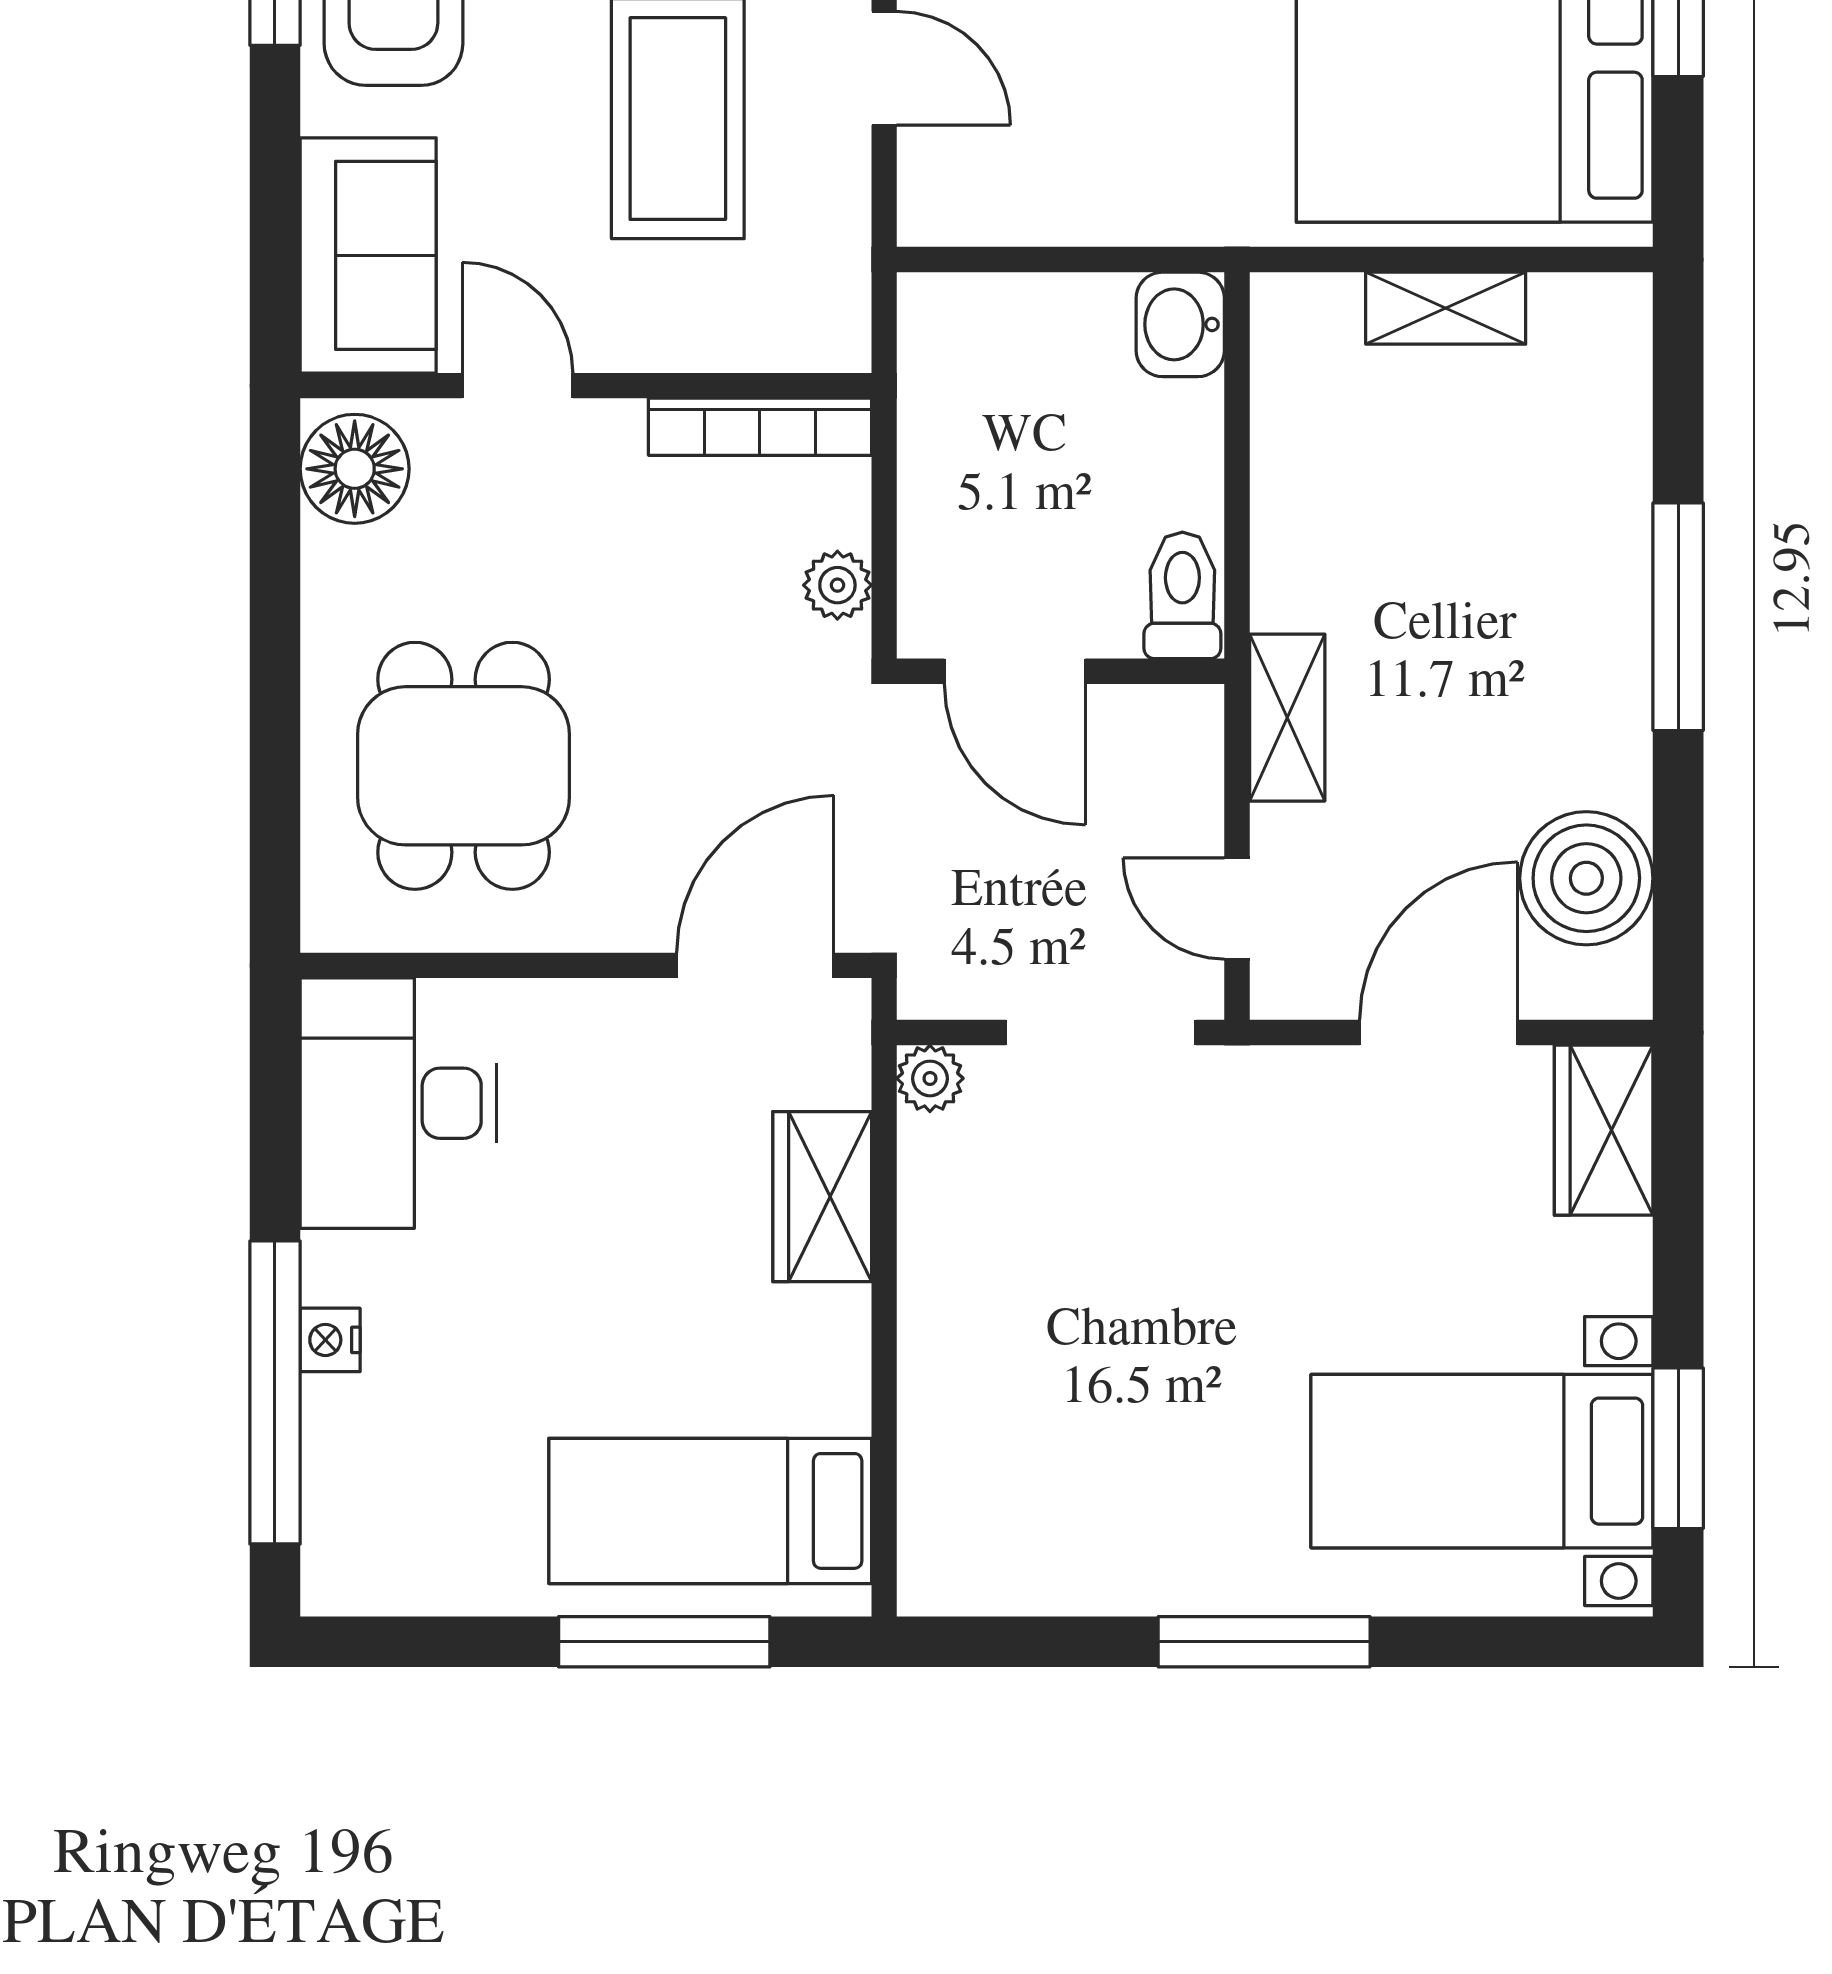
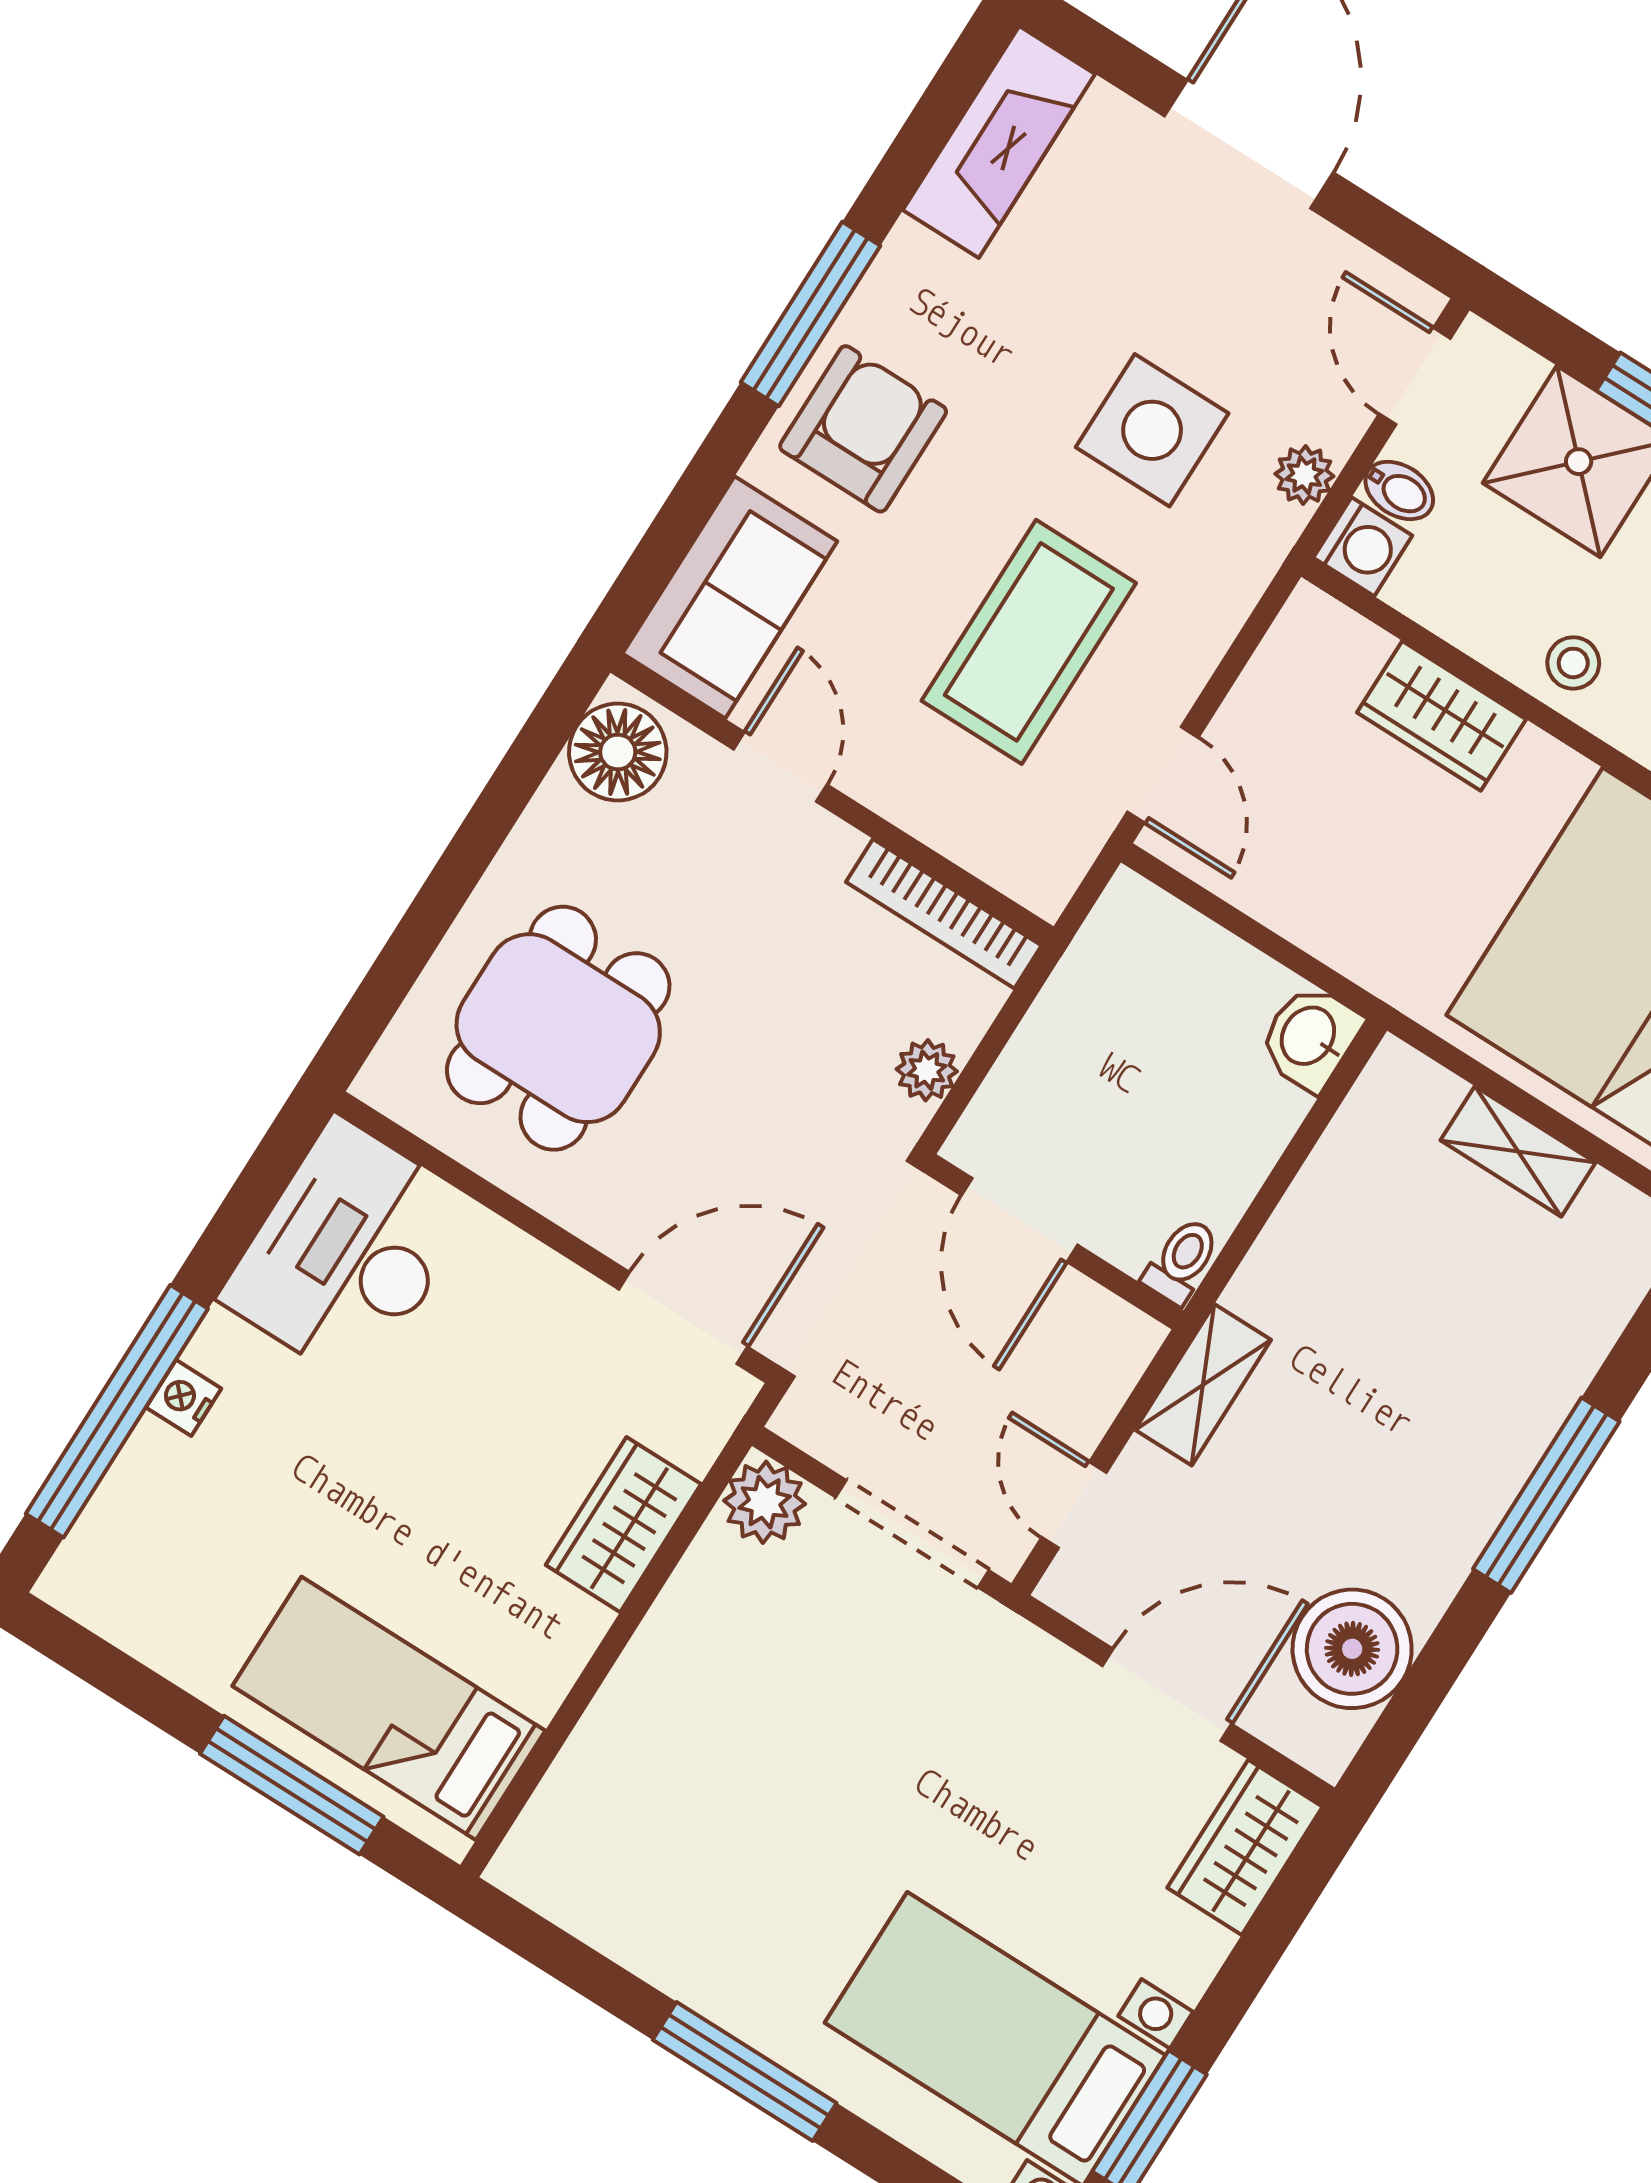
door: (884, 68) -> (1163, 775), moved
toilet: (1182, 595) -> (1182, 1261), width x0.73, depth x0.72
plant: (930, 1078) -> (765, 1502), width x1.38, depth x1.38

